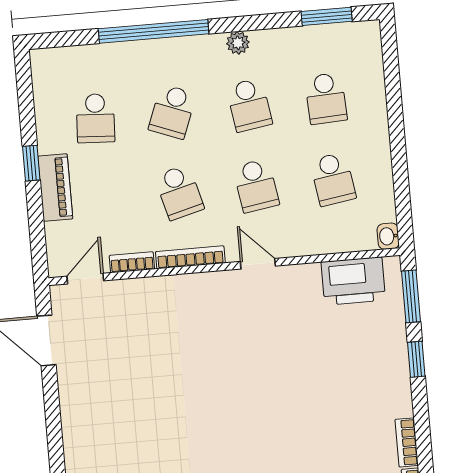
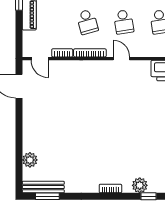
door: (85, 279) -> (40, 59), swing flipped

